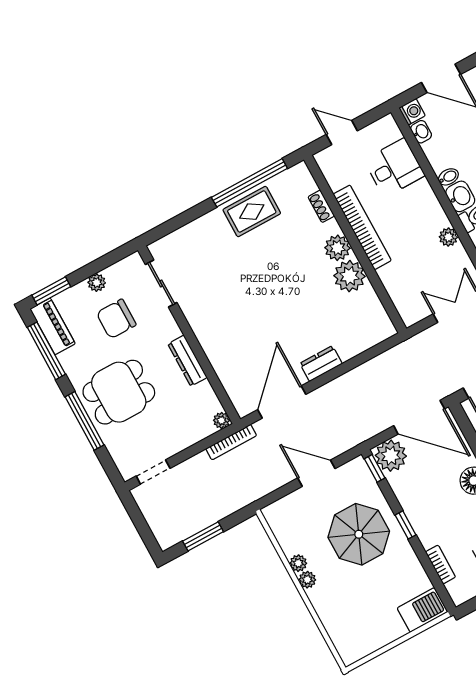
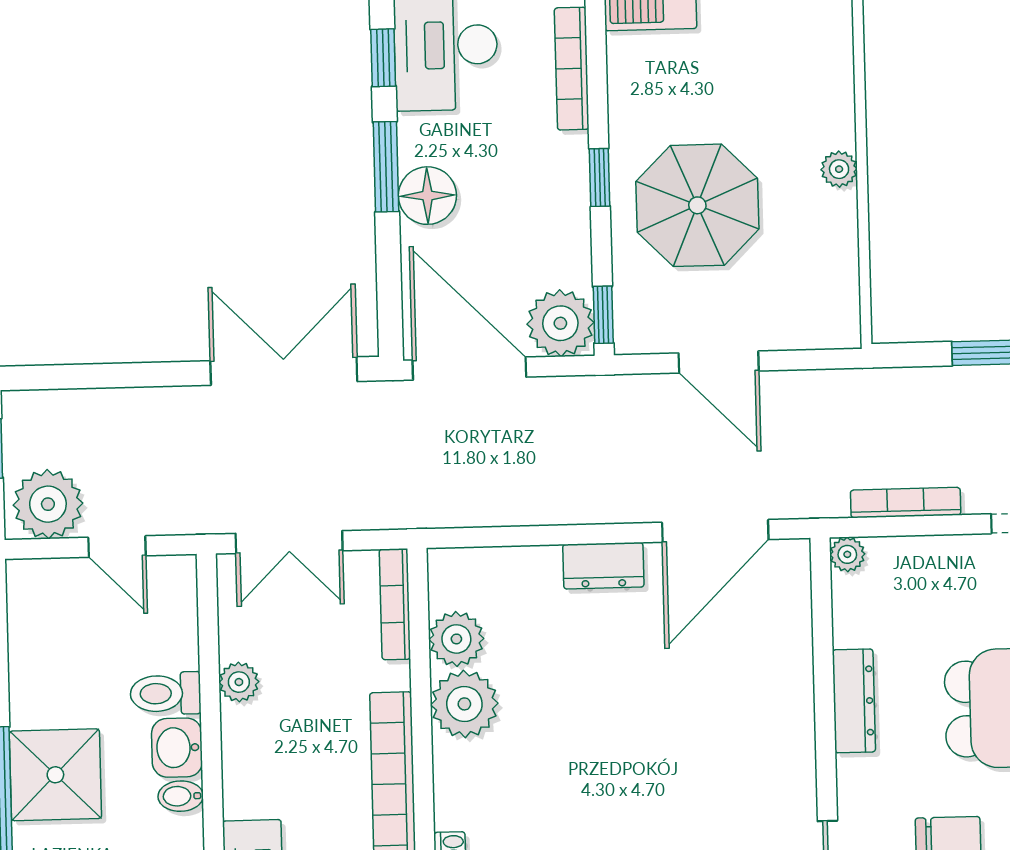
plant: (337, 248) -> (456, 639), moved
bookcase: (400, 303) -> (395, 604), added
bookcase: (231, 442) -> (906, 503), moved
plant: (298, 563) -> (840, 209), removed
bookcase: (441, 564) -> (572, 69), width x1.56

